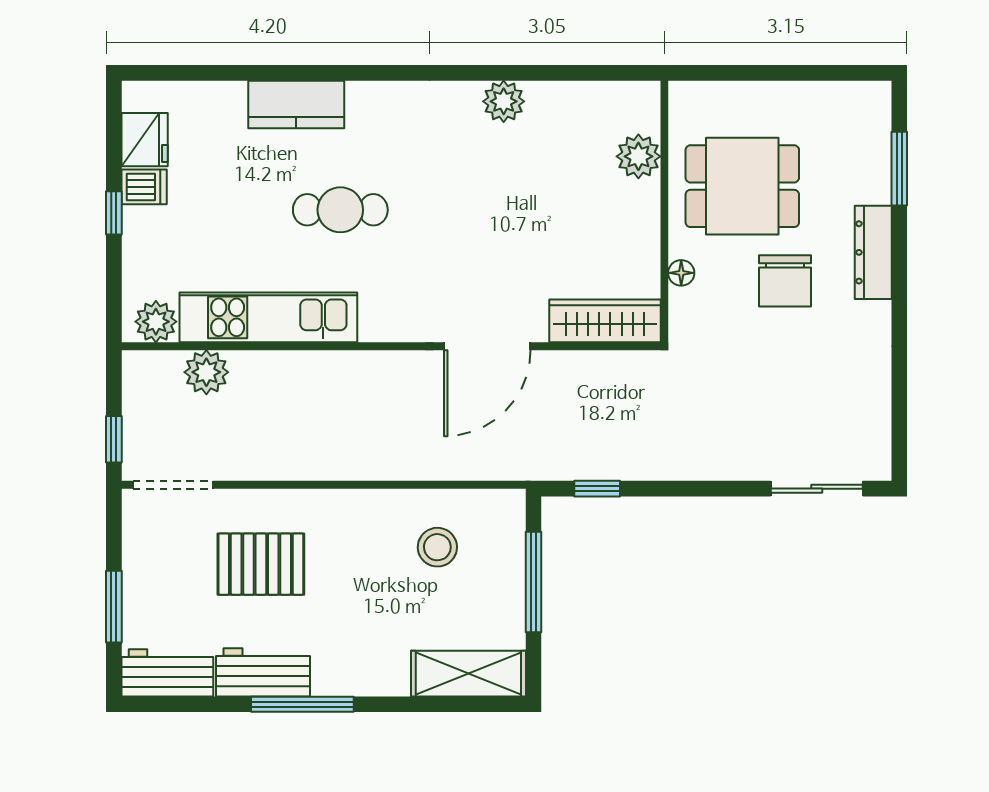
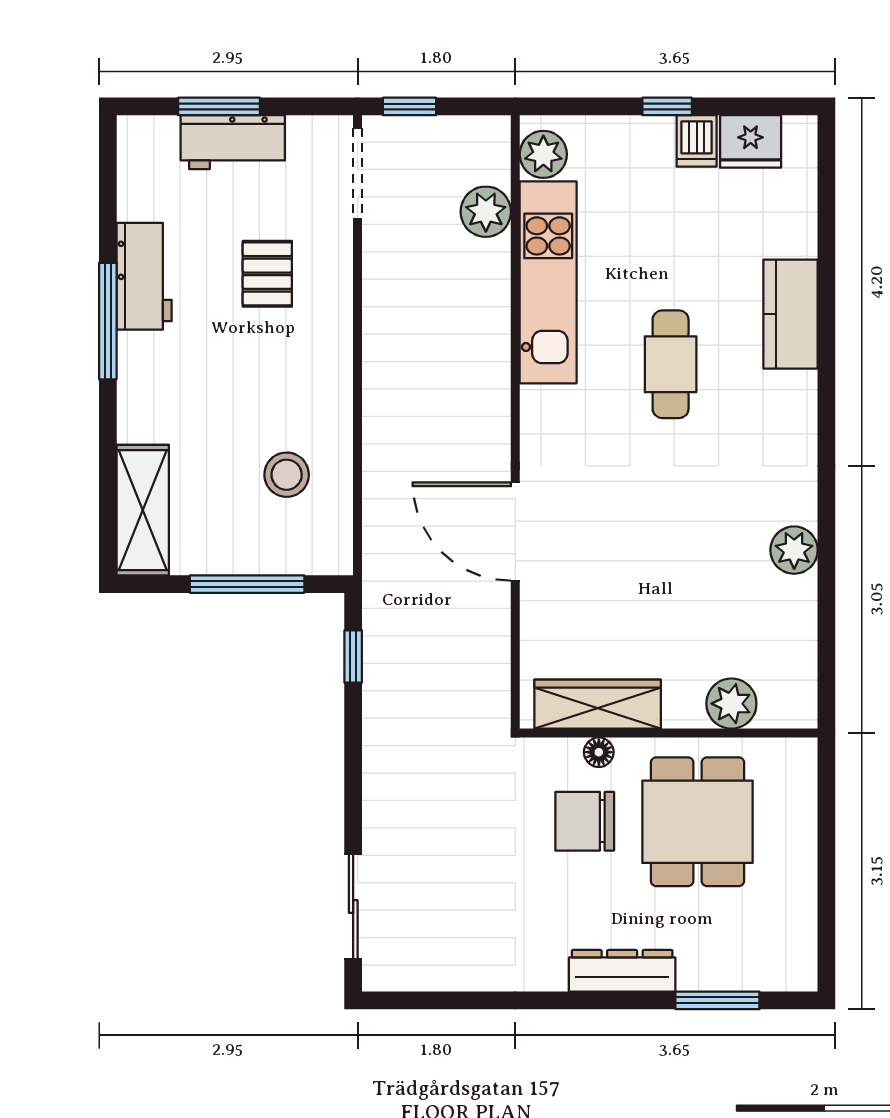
chair: (785, 281) -> (585, 821), moved
wardrobe: (605, 321) -> (598, 704), moved, turned -90
pallet: (261, 564) -> (267, 274), width x0.67, depth x0.71
workbench: (167, 673) -> (233, 142), moved, turned 90

